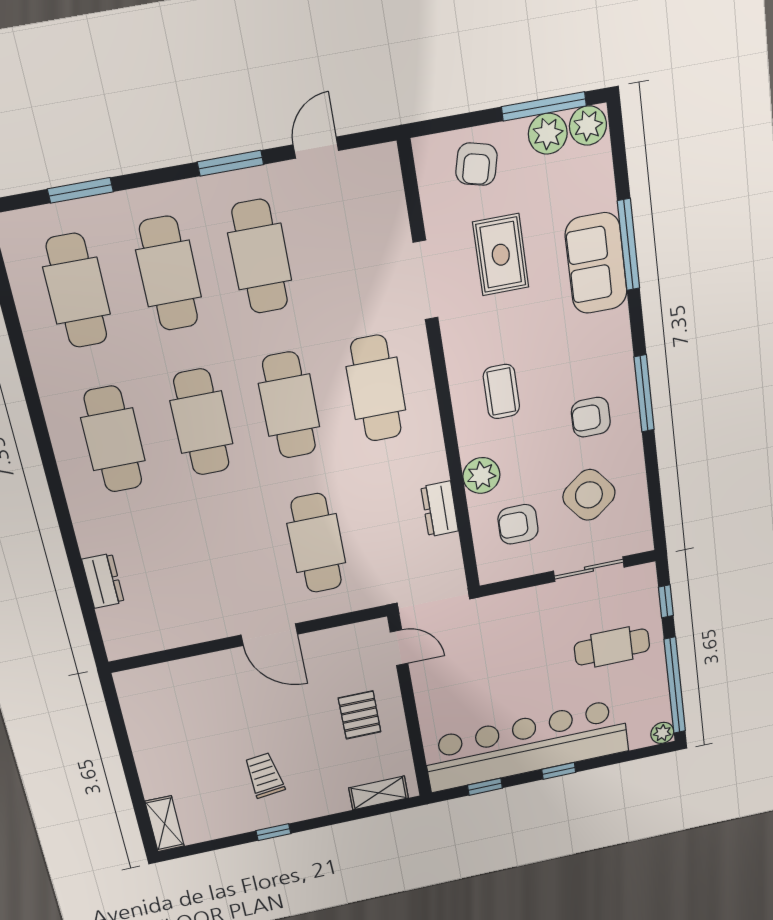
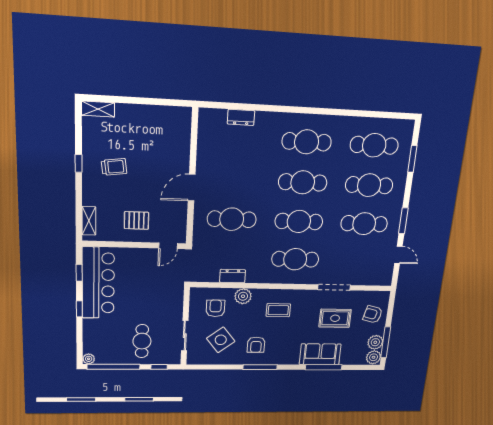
armchair: (591, 417) -> (256, 345), turned 180
bar counter: (527, 745) -> (98, 283), width x0.73

